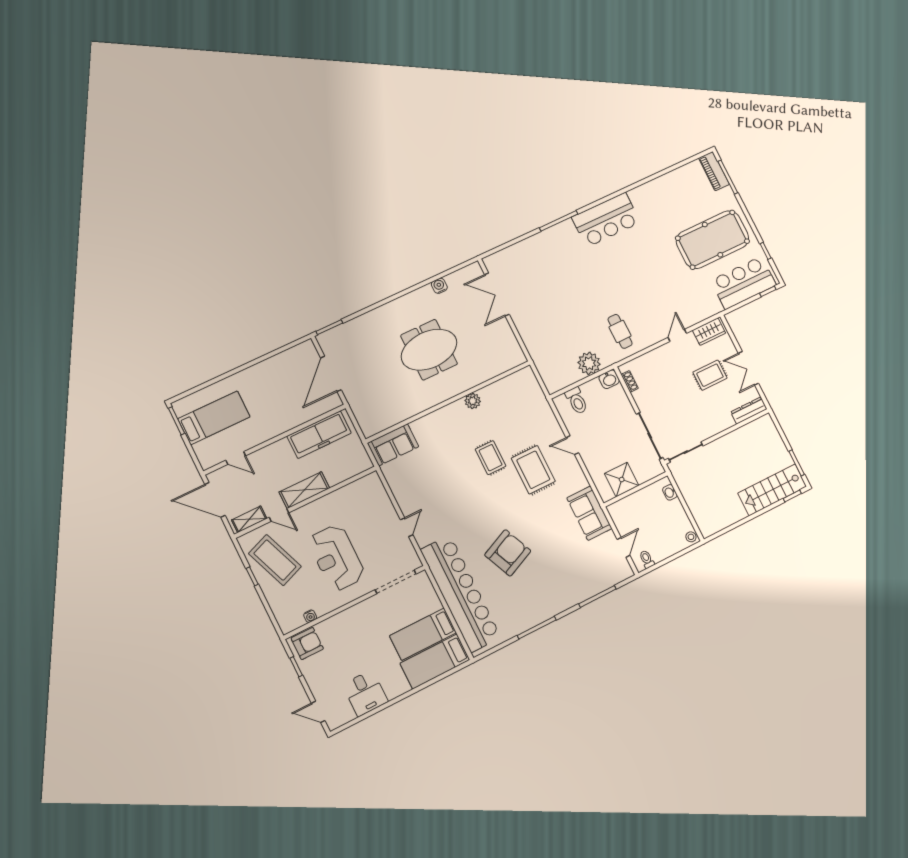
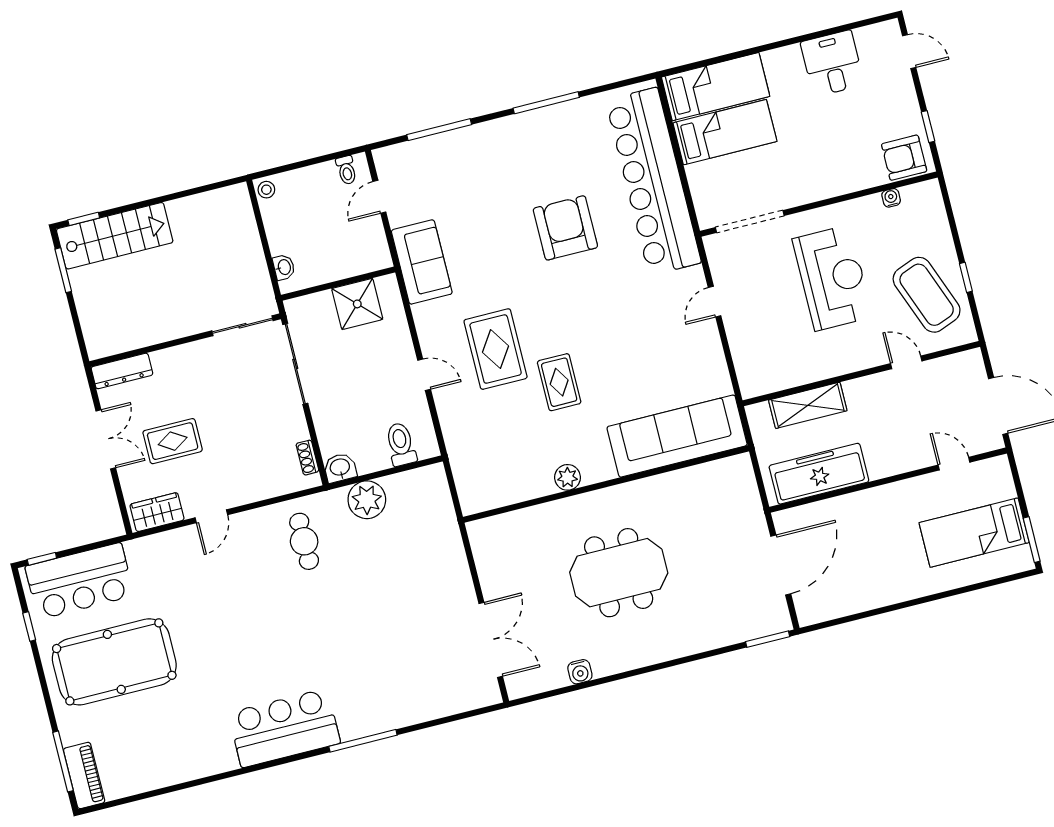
sofa: (393, 445) -> (677, 436), width x1.85, depth x1.27
shelving: (304, 490) -> (808, 405), moved
shelving: (249, 519) -> (953, 365), removed
armchair: (508, 553) -> (565, 228), turned 114

